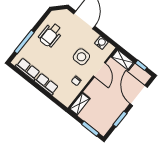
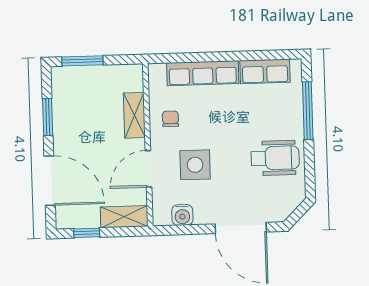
wheelchair: (50, 35) -> (275, 158), turned 90
door: (99, 70) -> (149, 169), hinge flipped
row of seats: (46, 84) -> (203, 73), width x1.48
shelving: (80, 104) -> (134, 115), moved

